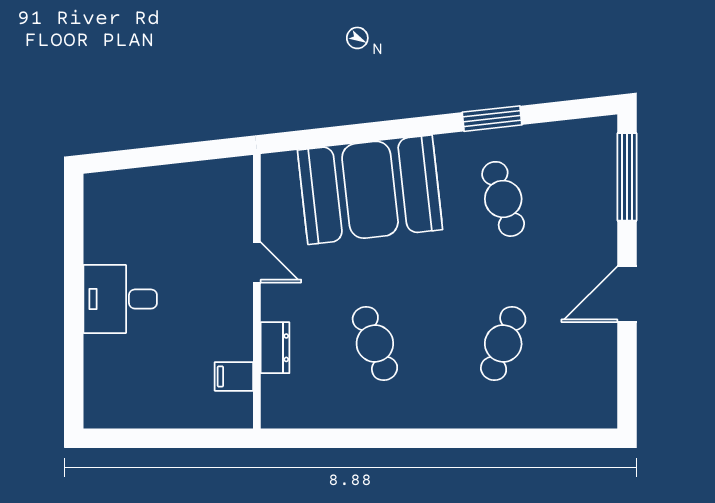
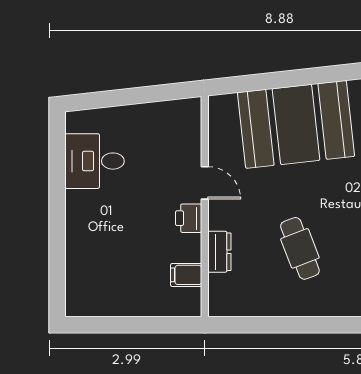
desk: (120, 299) -> (95, 161), moved
printer: (237, 306) -> (189, 218), added

